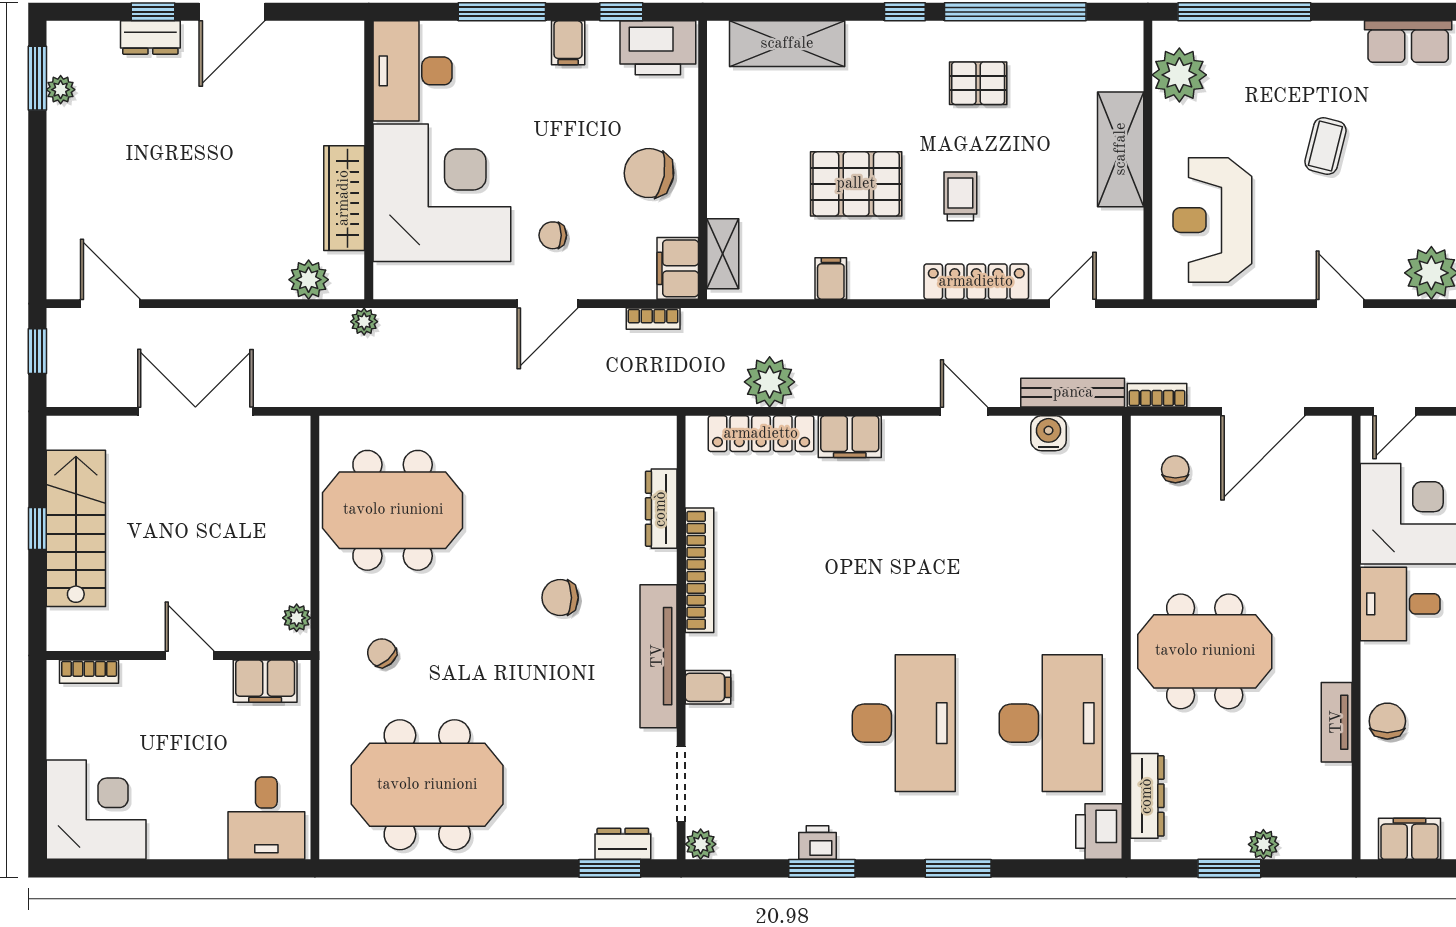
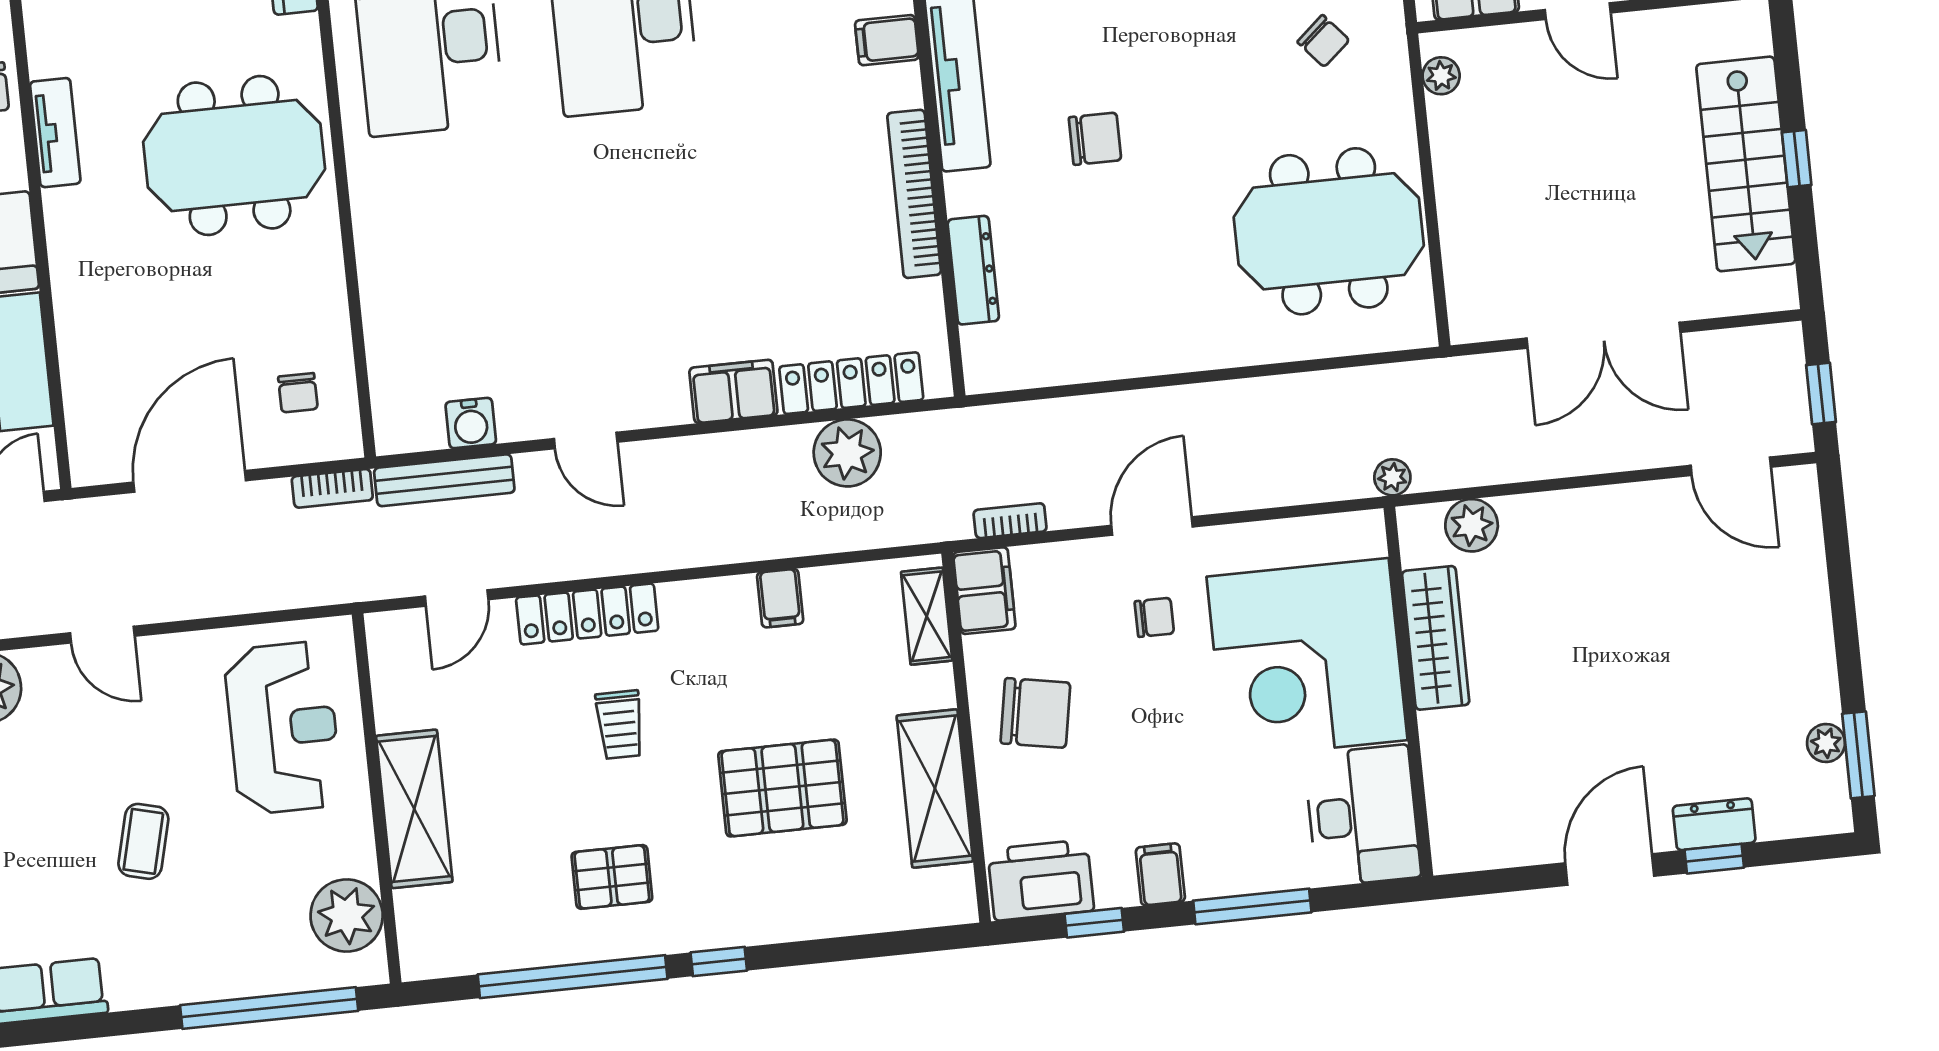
shelving: (787, 44) -> (935, 788), moved, turned 90
pallet: (856, 184) -> (782, 788), moved
tv unit: (1337, 722) -> (55, 133), moved

